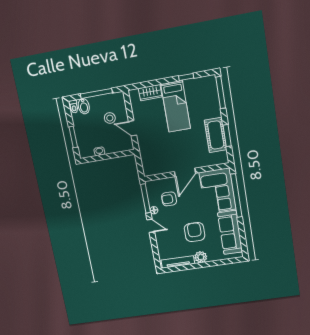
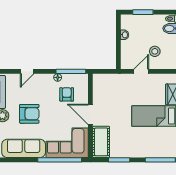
cot: (216, 135) -> (101, 142), moved, turned 90
door: (151, 226) -> (27, 71), moved

